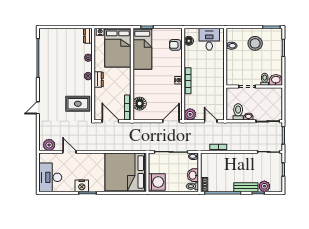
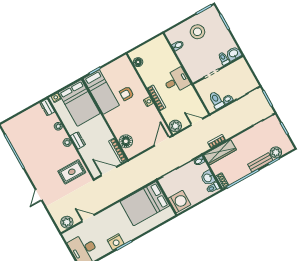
desk: (209, 39) -> (176, 81), moved, turned 90
armchair: (175, 45) -> (127, 94), moved
wardrobe: (216, 159) -> (220, 152), added
bed: (126, 172) -> (145, 204), width x0.73

